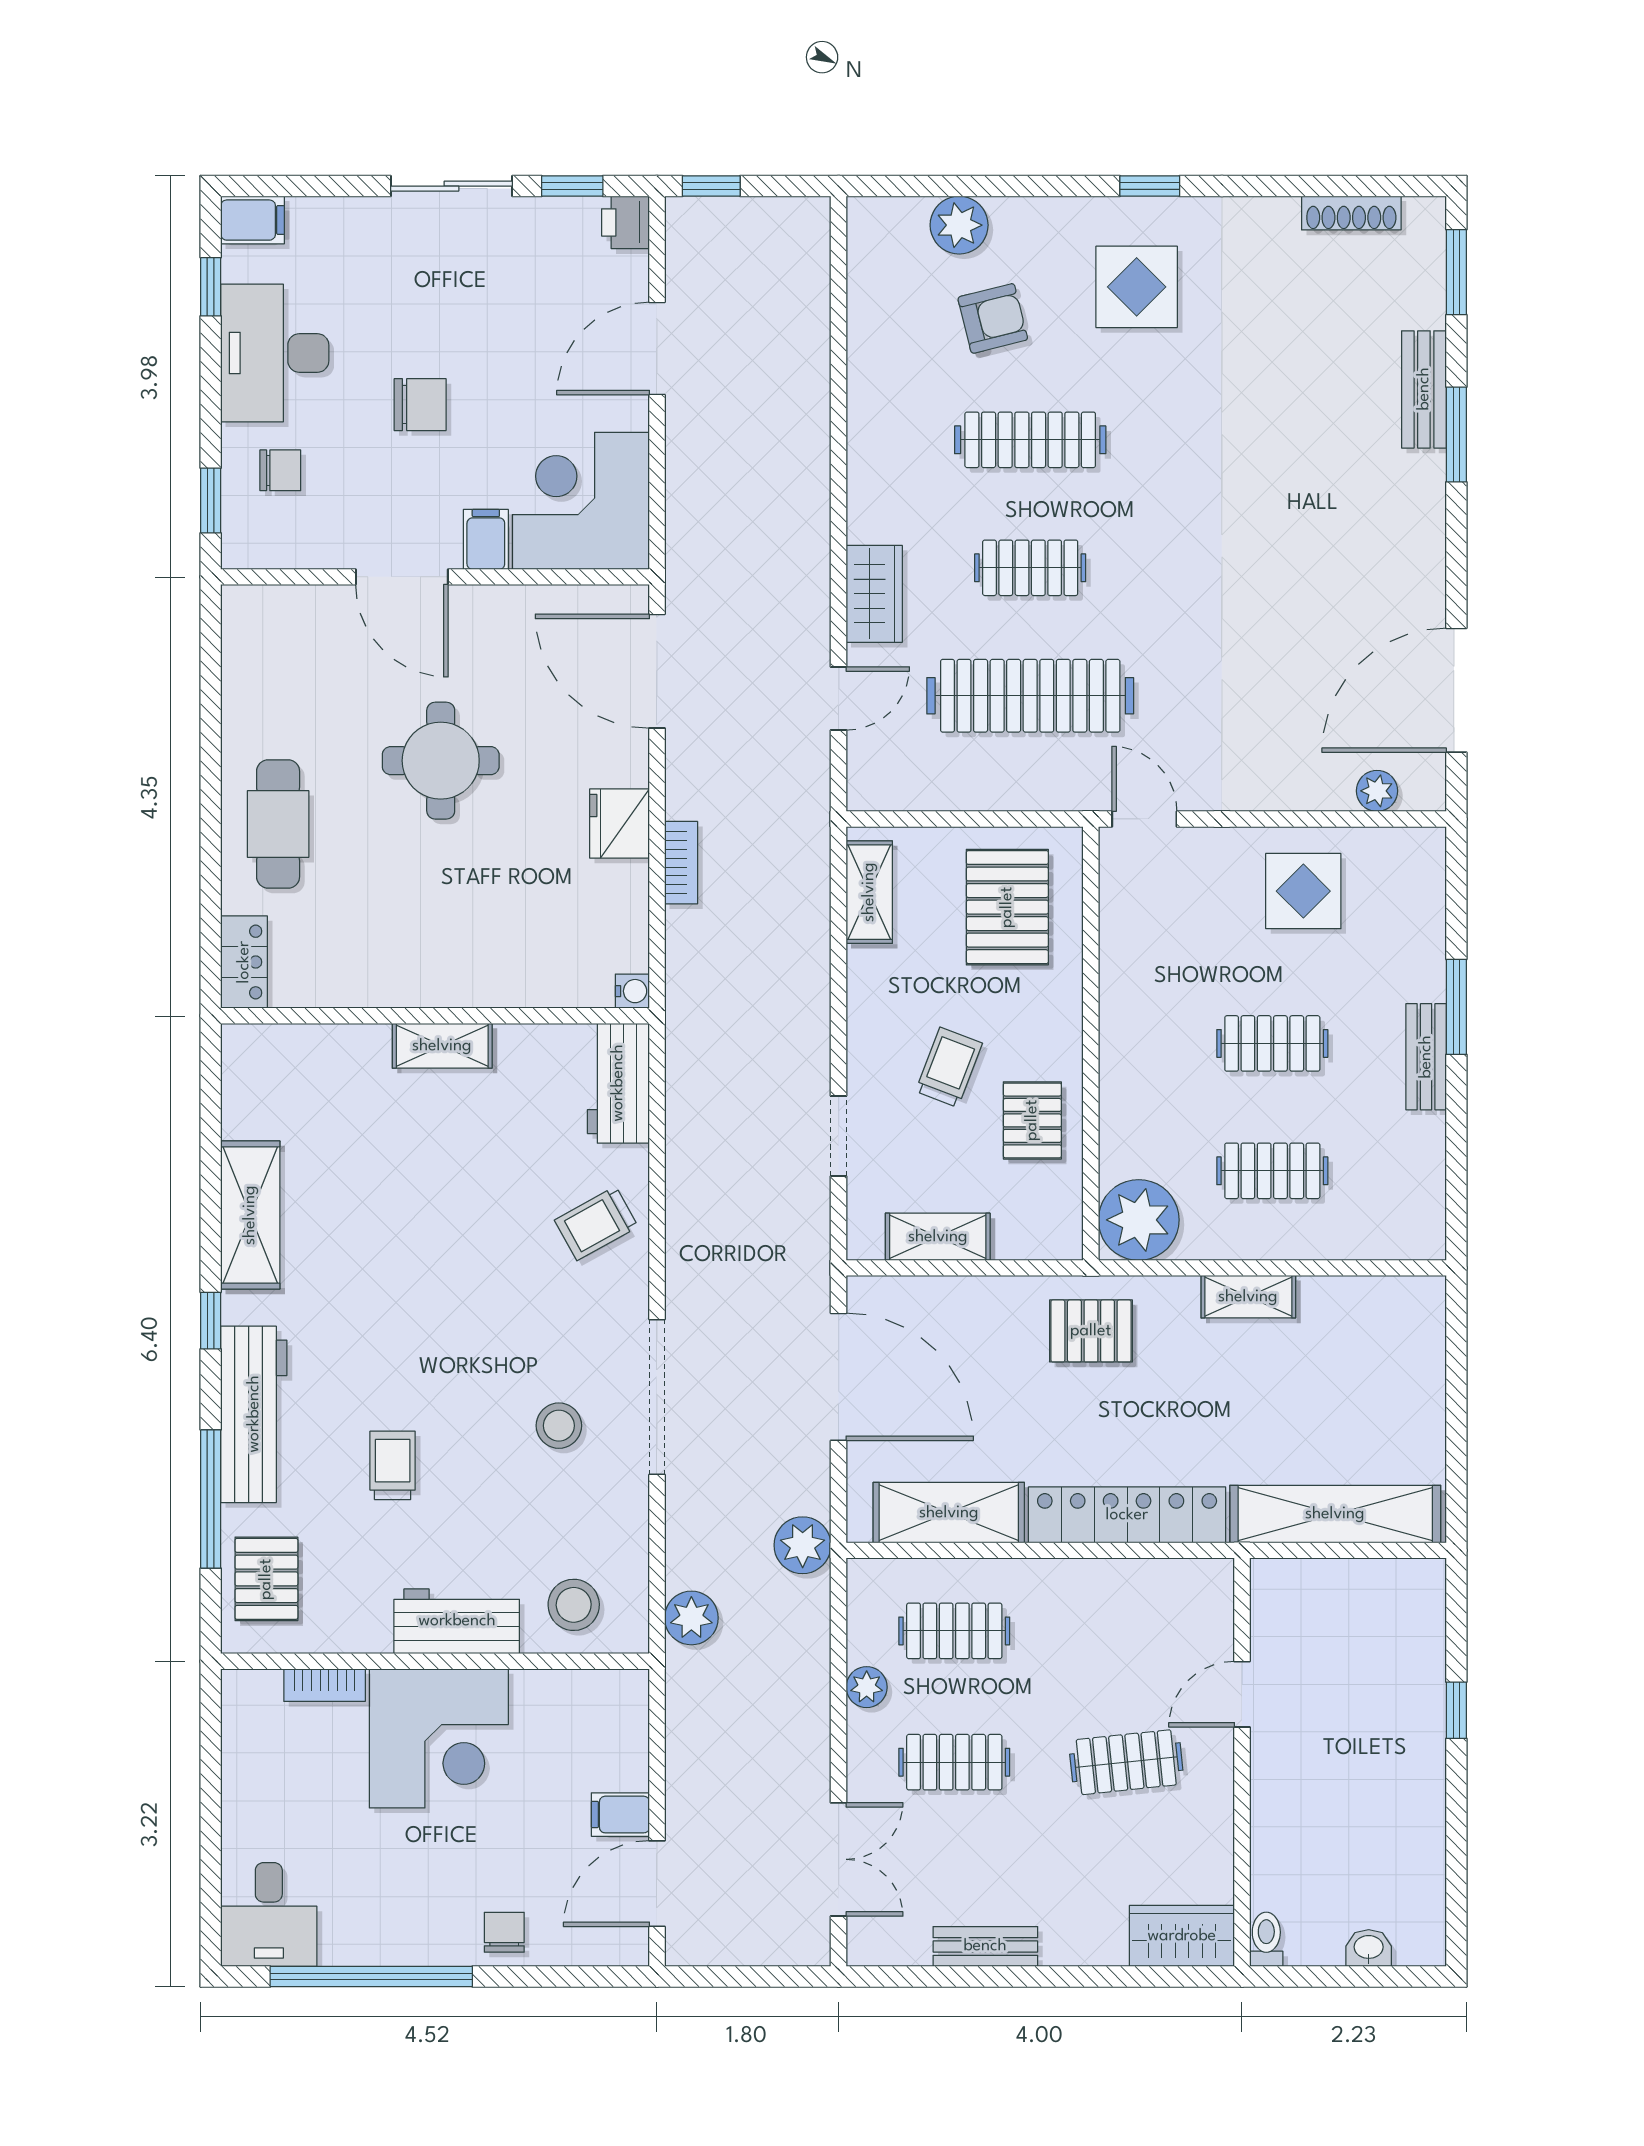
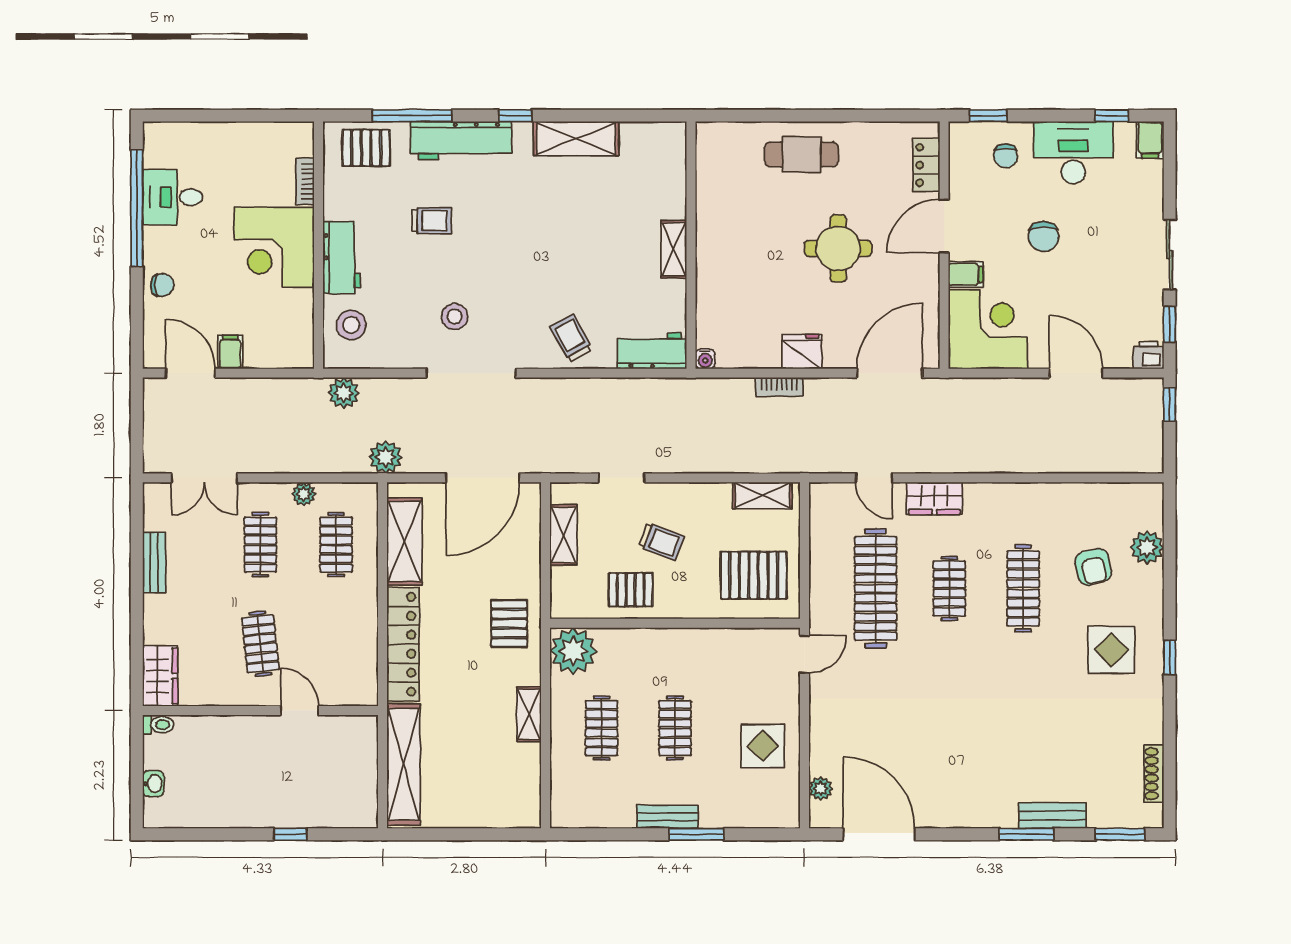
locker: (244, 962) -> (926, 165), moved, turned 90
desk: (269, 1915) -> (173, 197), moved

